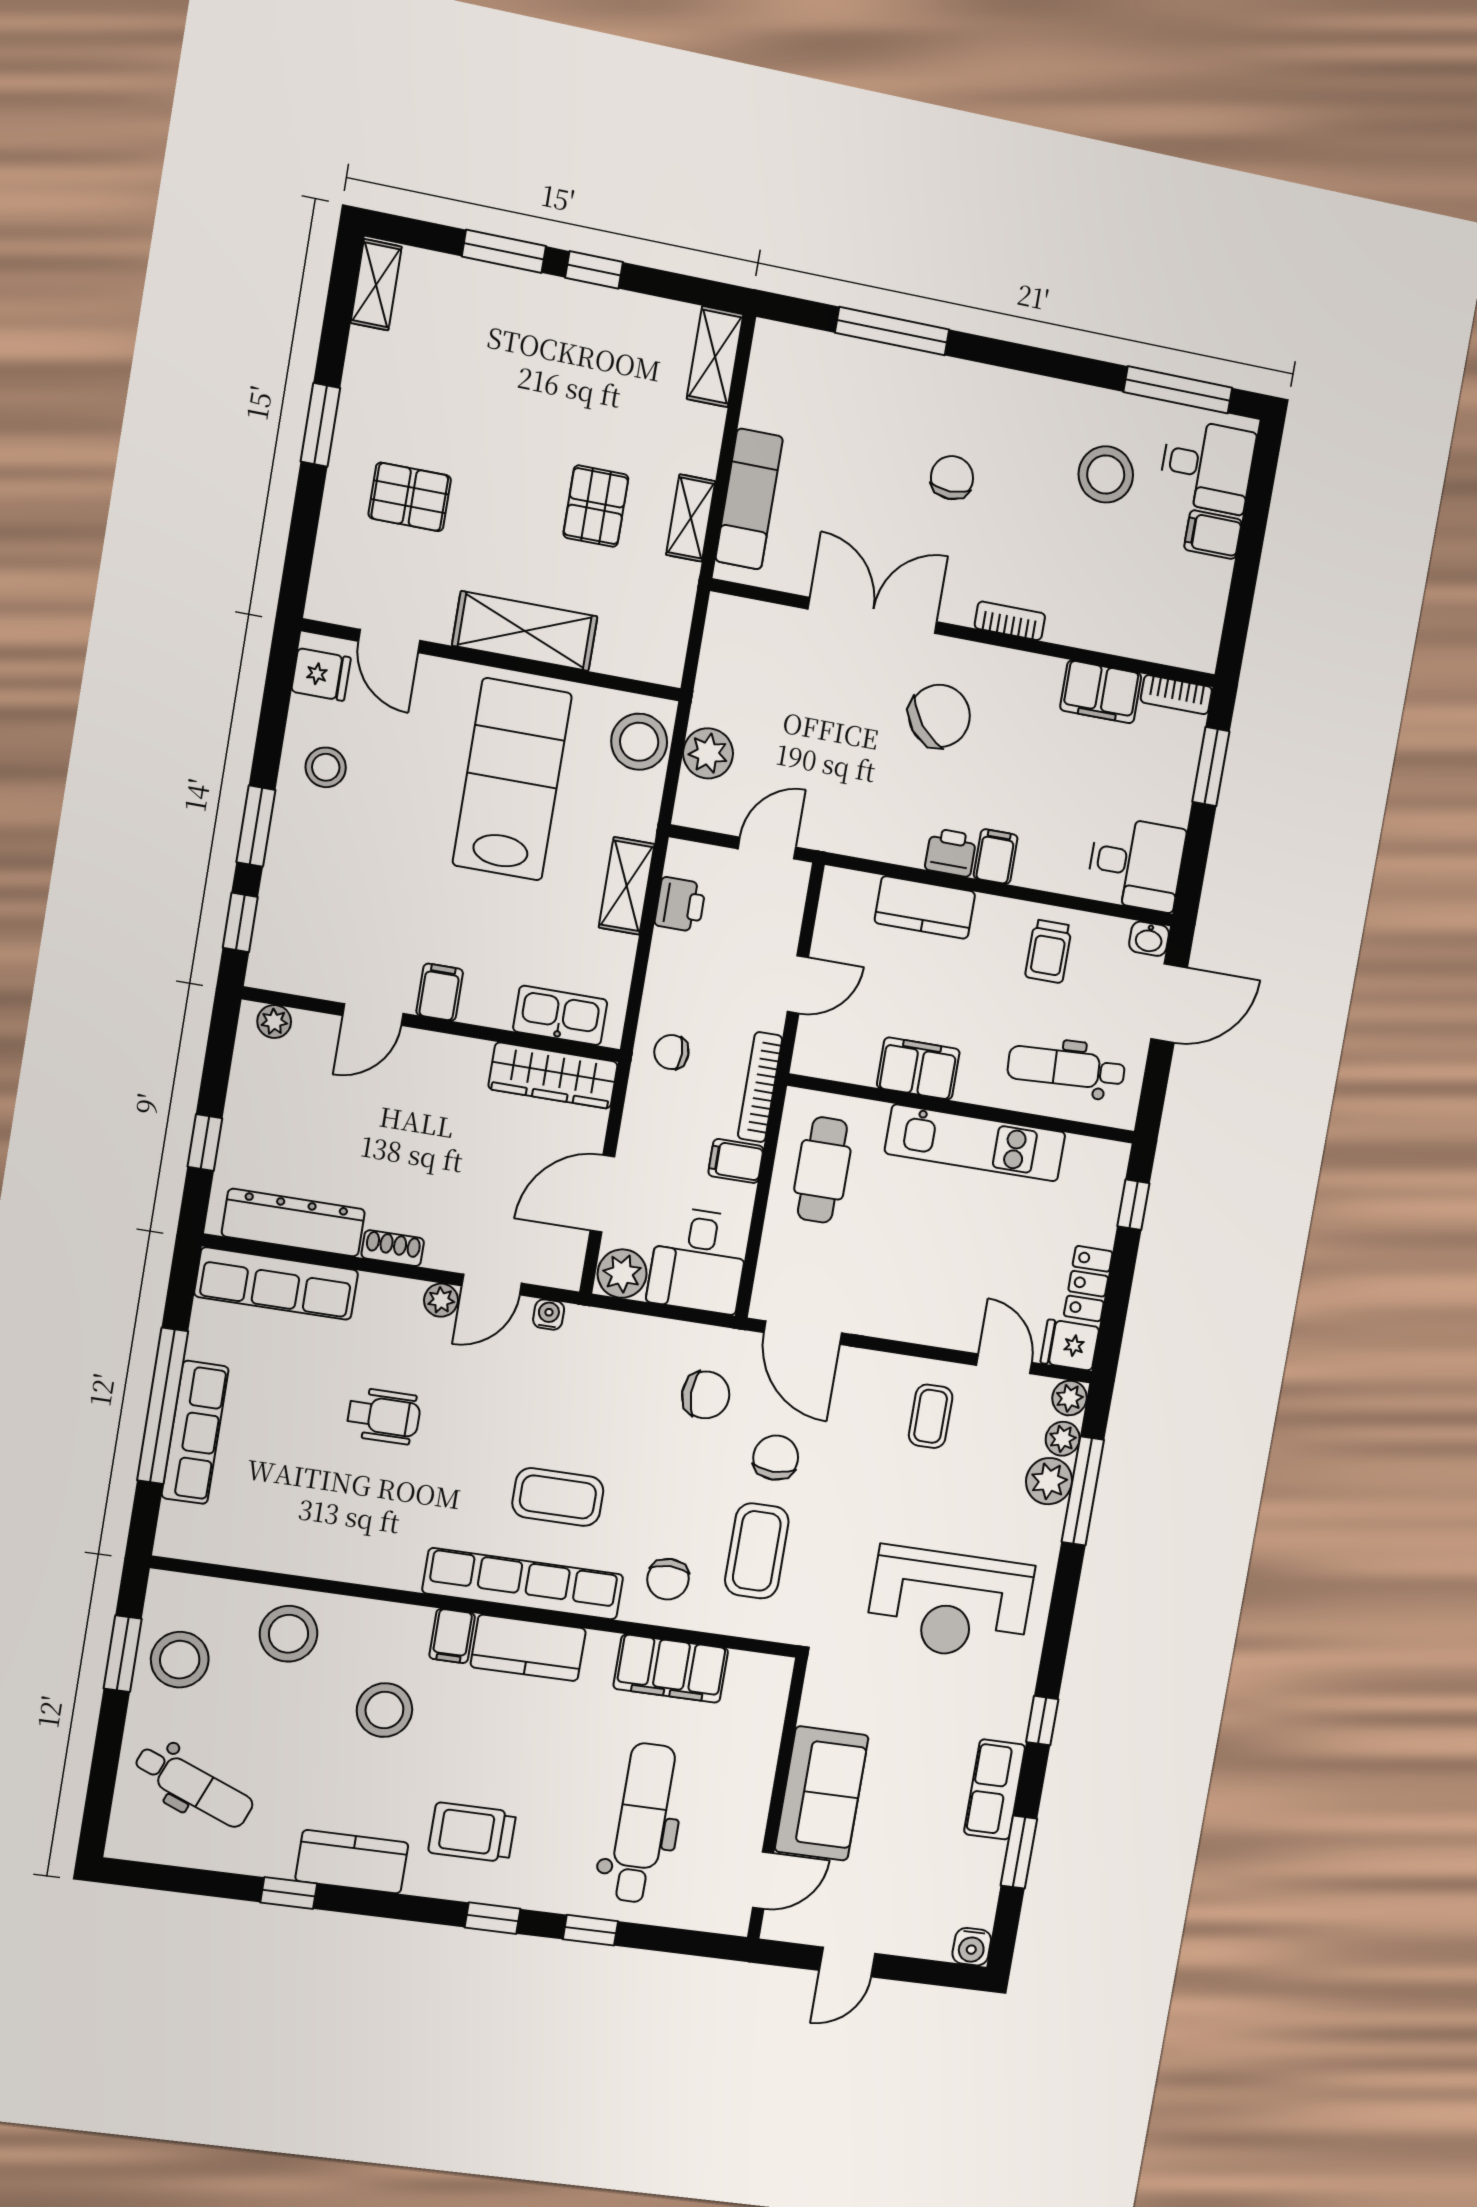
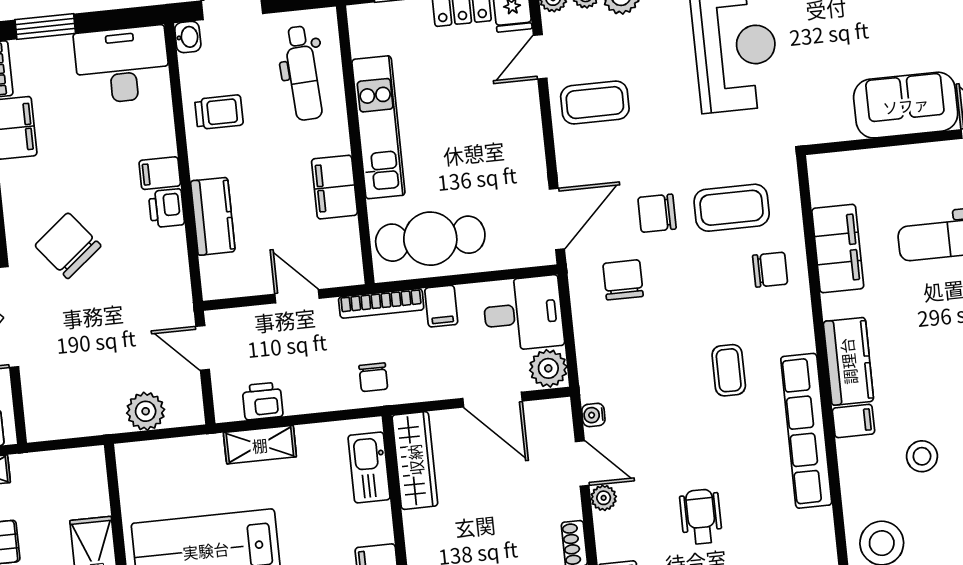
stool: (639, 742) -> (152, 465), removed
desk: (1136, 864) -> (122, 65), width x1.37
cafe table: (822, 1170) -> (430, 239), width x1.37, depth x1.35
coffee table: (931, 1416) -> (595, 103), width x1.36, depth x1.30
coffee table: (558, 1497) -> (729, 370), width x0.73, depth x0.77
row of seats: (523, 1584) -> (806, 431), moved
stool: (385, 1710) -> (922, 456), width x0.73, depth x0.73

